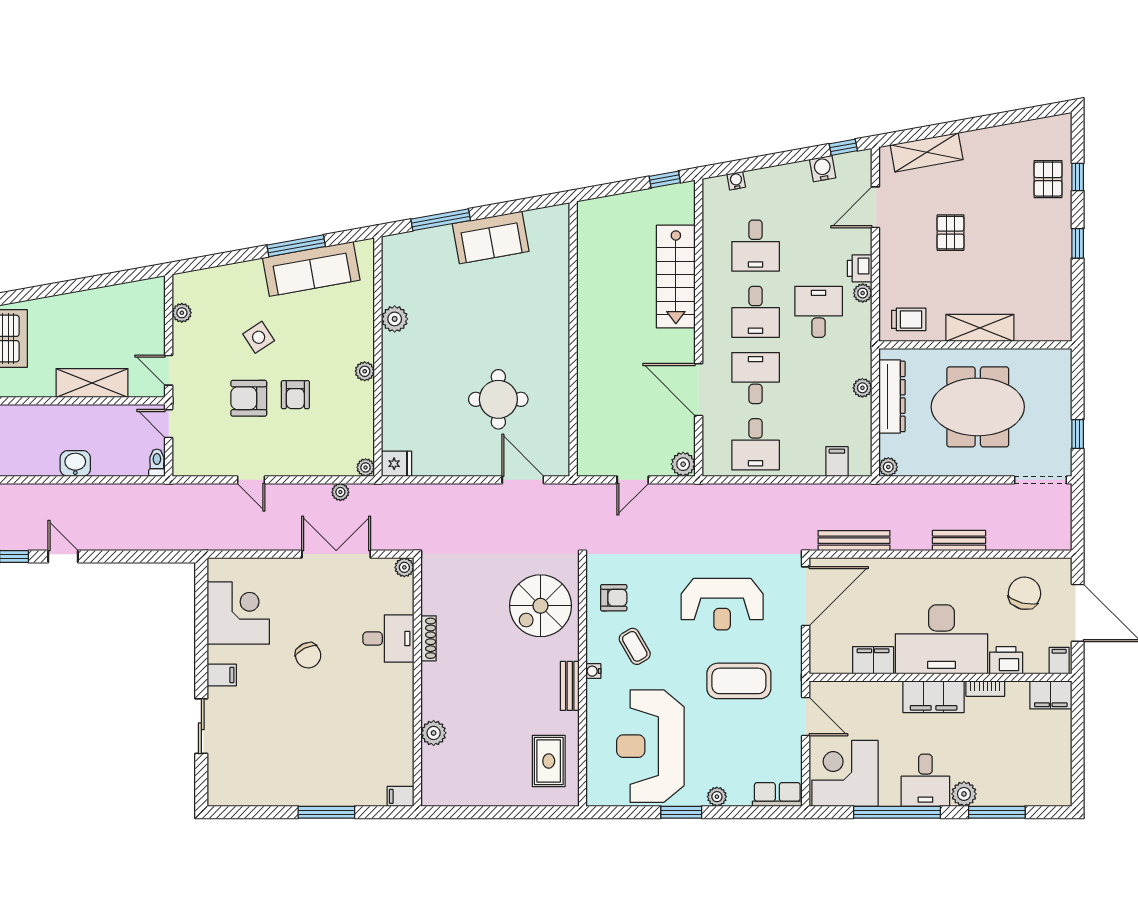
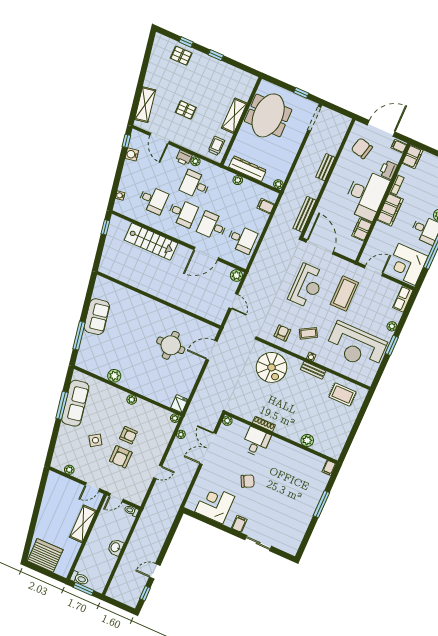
meeting table: (978, 407) -> (268, 115), moved

